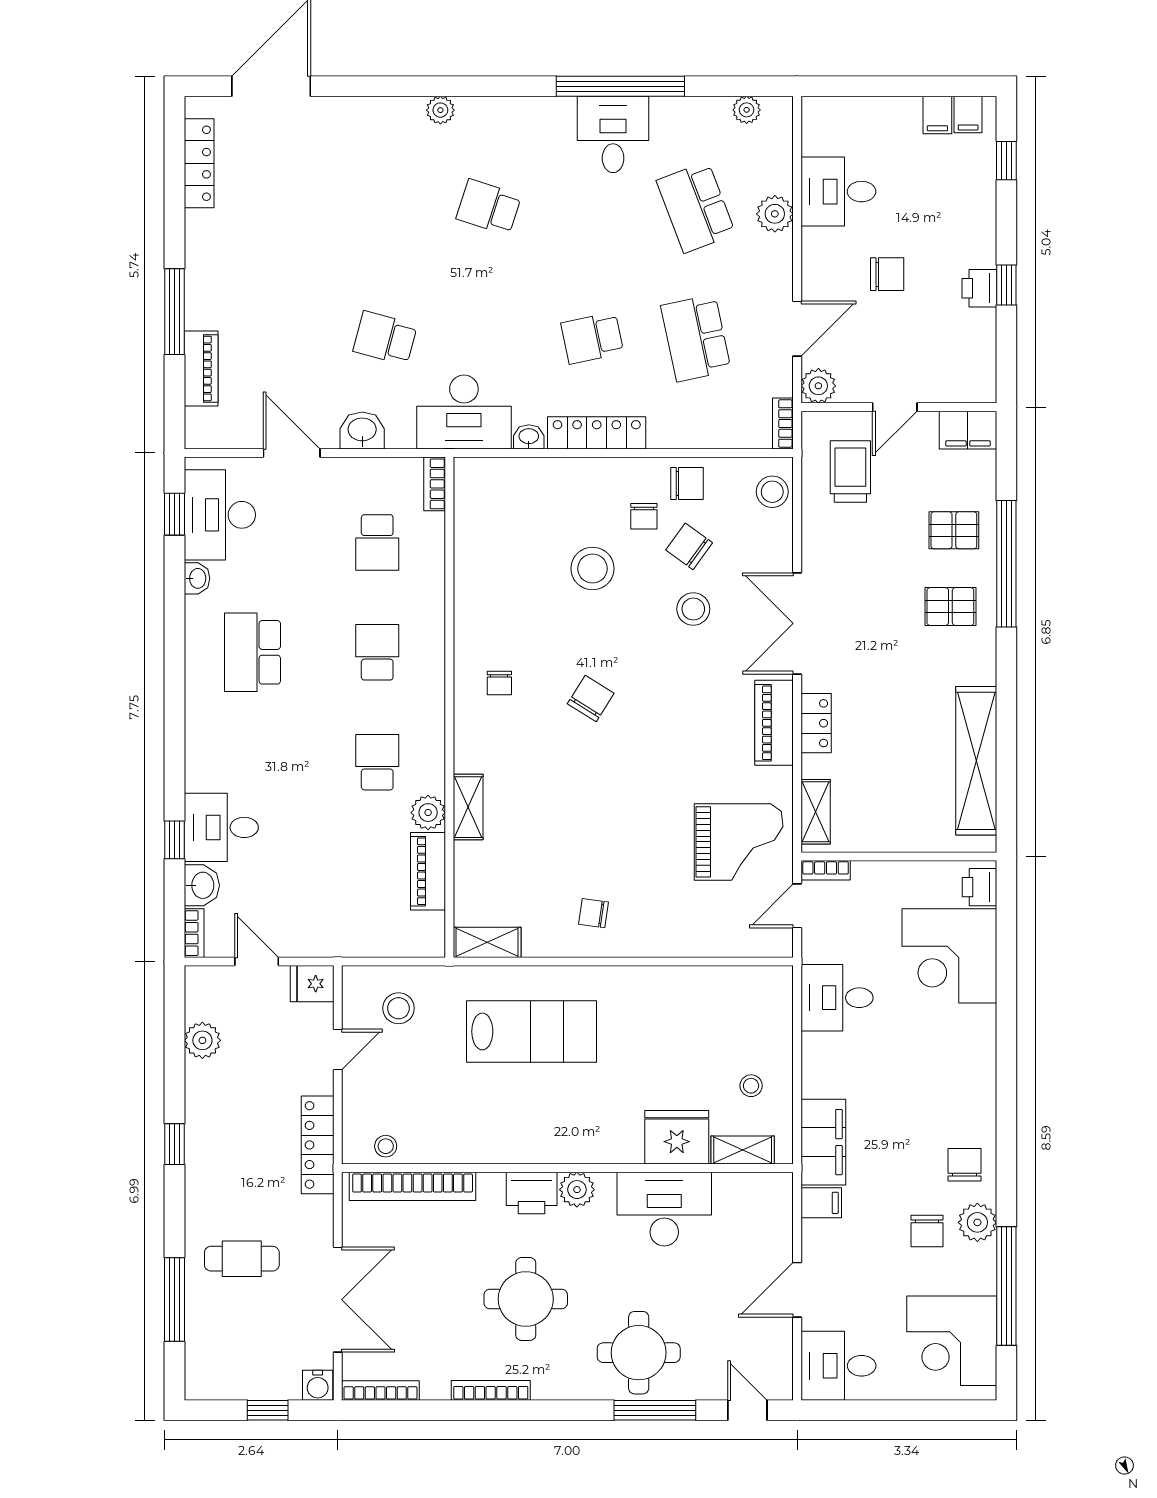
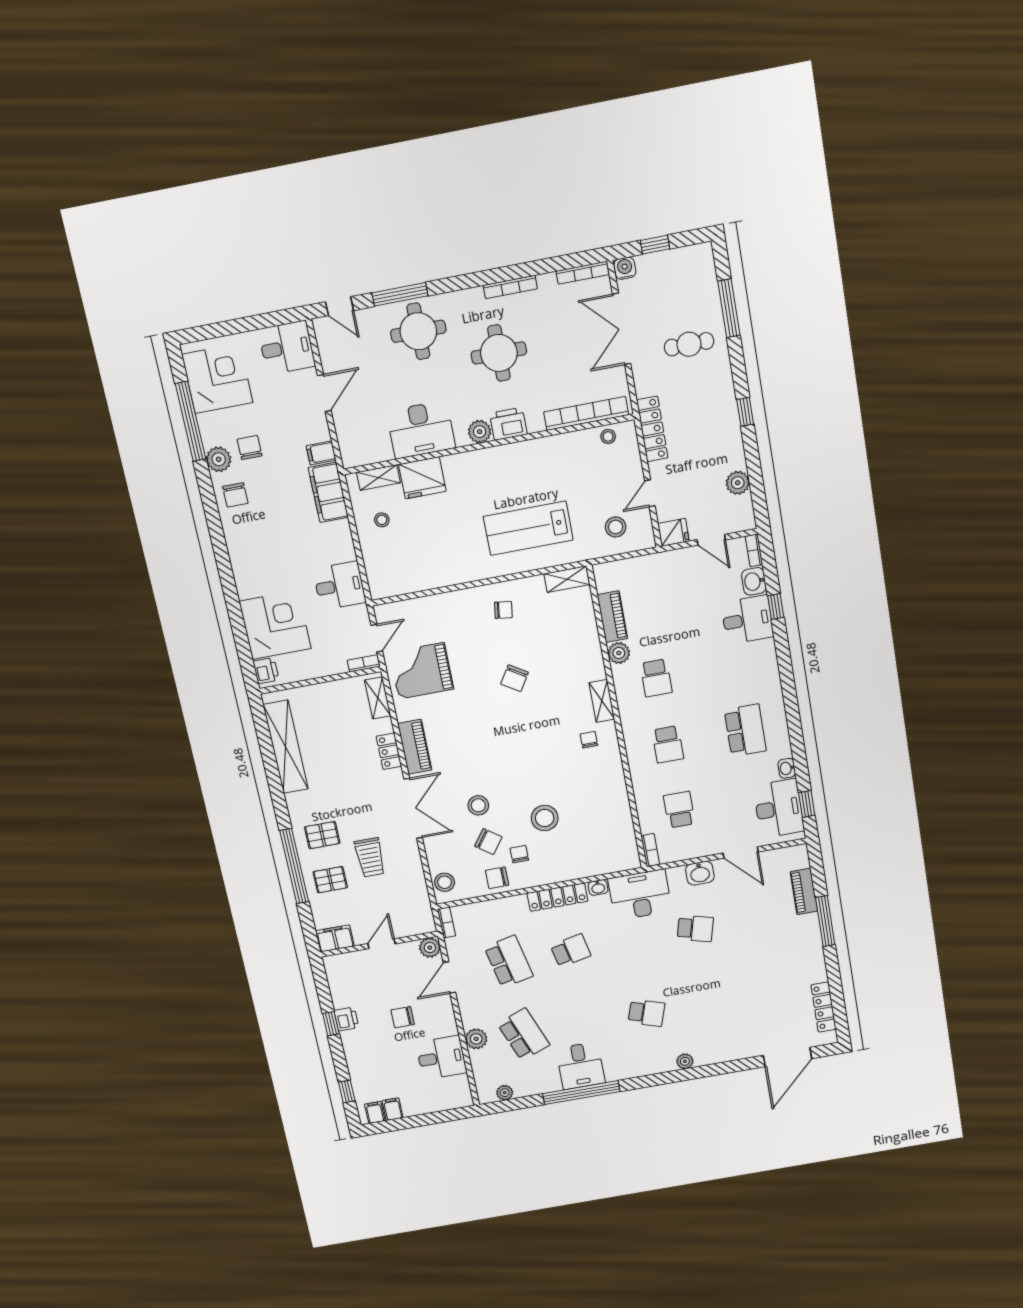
trolley: (850, 472) -> (370, 857), moved
chair: (591, 699) -> (515, 678), moved
shelving: (468, 807) -> (602, 701), moved

